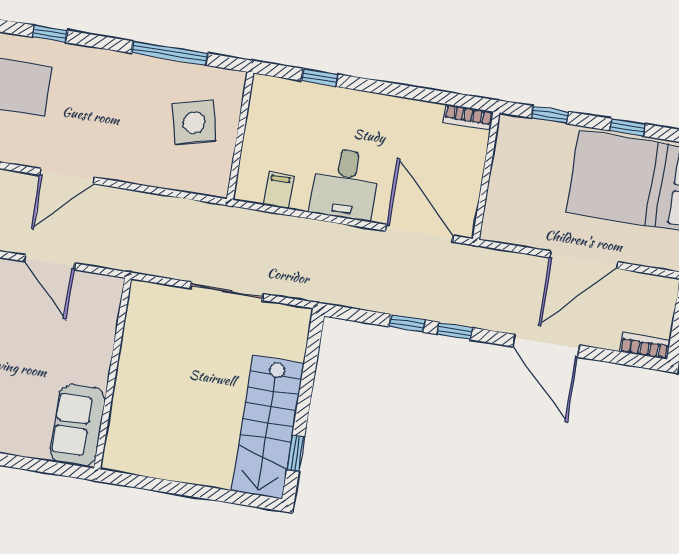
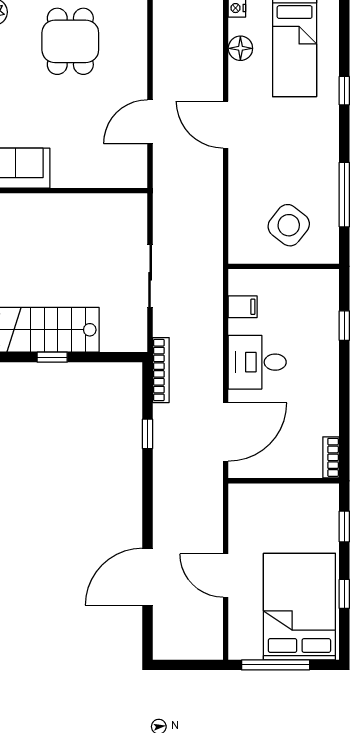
side table: (194, 123) -> (289, 225), turned -37
door: (584, 260) -> (226, 576), width x0.73
window: (455, 331) -> (147, 476), removed
door: (546, 346) -> (147, 577), moved
bookcase: (645, 346) -> (161, 370), moved, width x1.56
window: (296, 453) -> (52, 357), moved

